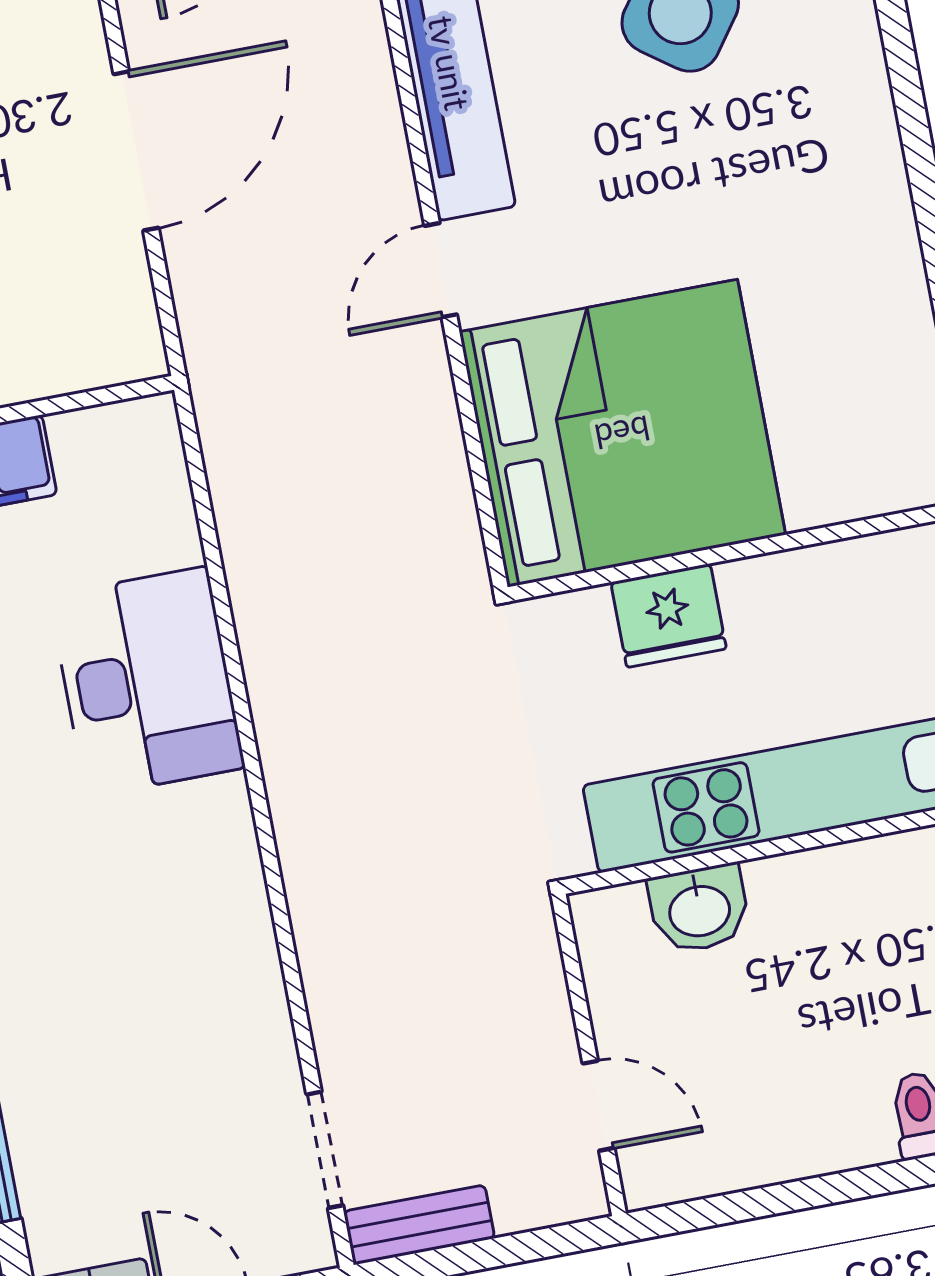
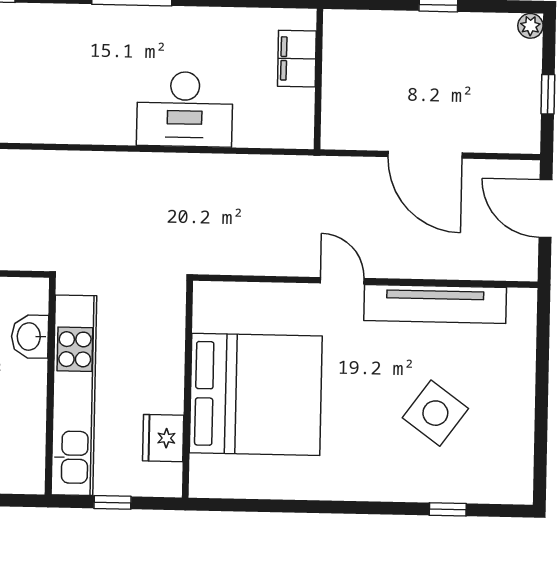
bed: (622, 433) -> (256, 394), moved, turned -90
fridge: (669, 616) -> (163, 438), moved

